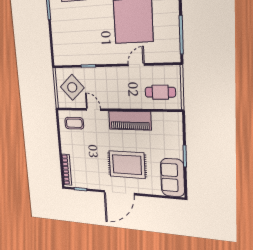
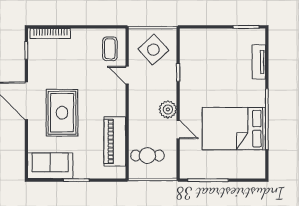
plant: (119, 74) -> (168, 109), added
cafe table: (160, 92) -> (147, 156), turned 90
door: (93, 109) -> (127, 75), swing flipped
piano: (130, 121) -> (115, 141), moved

